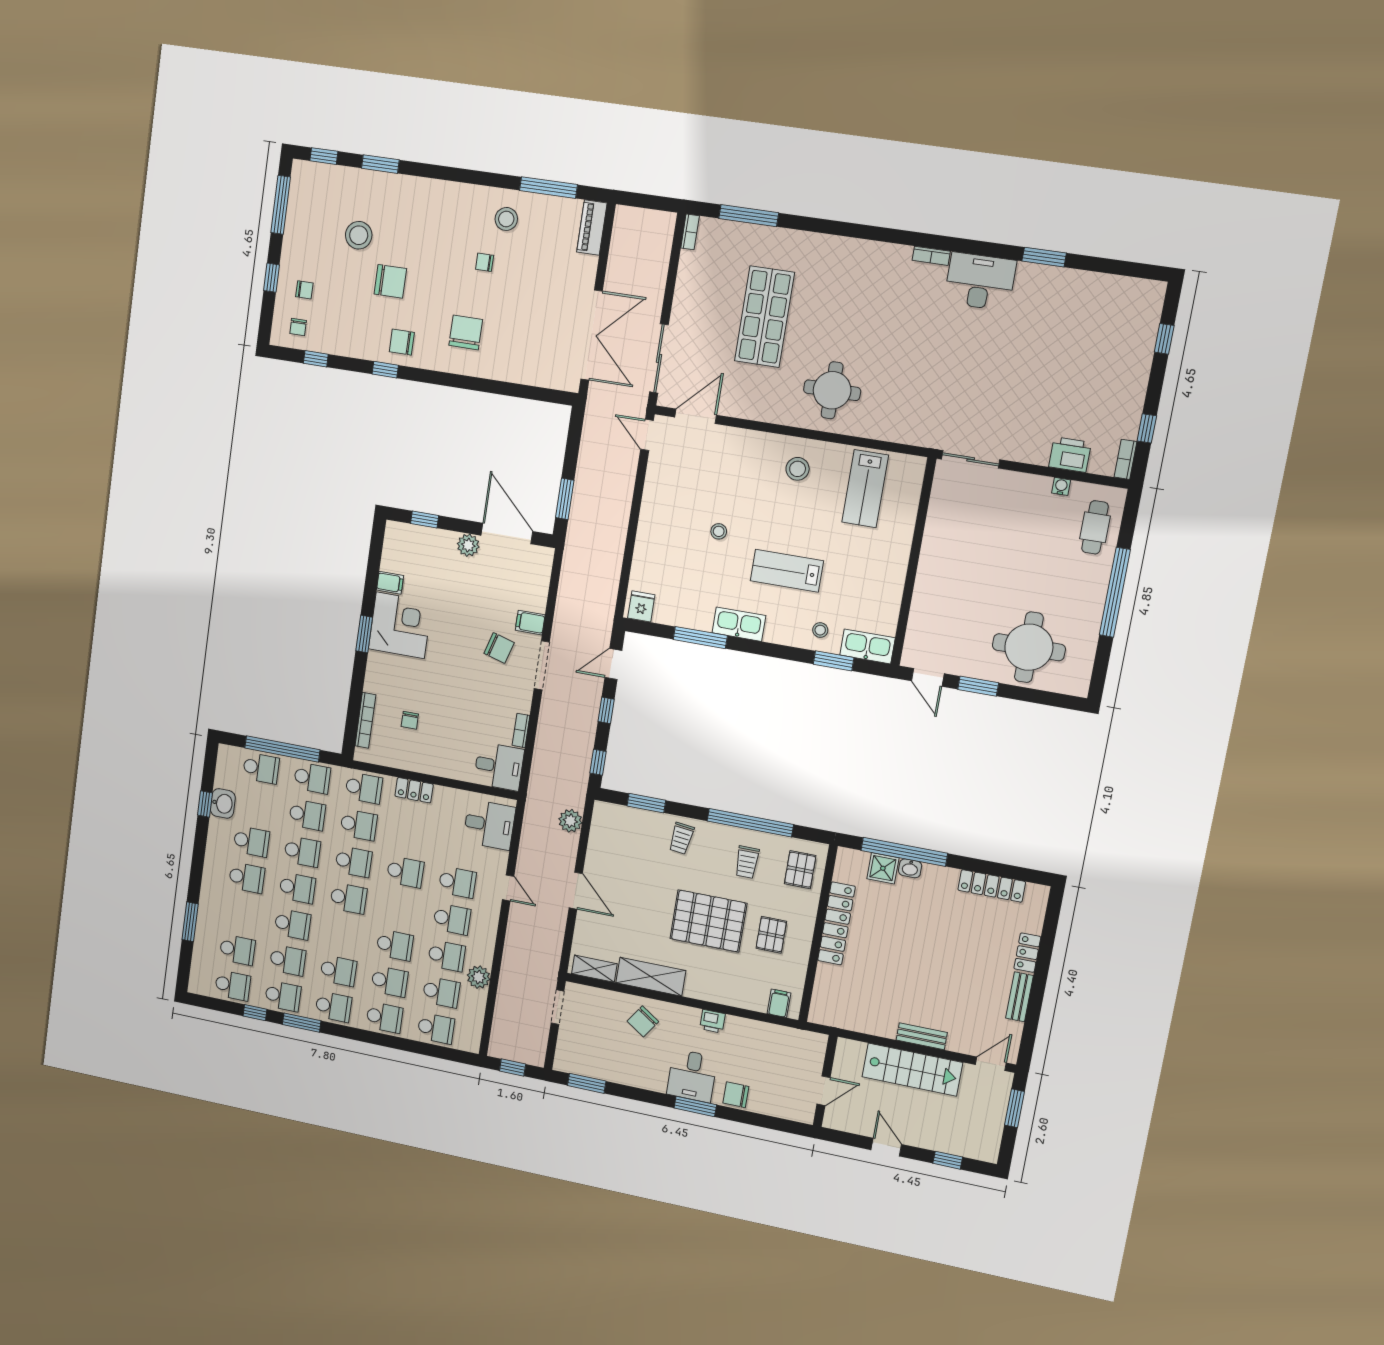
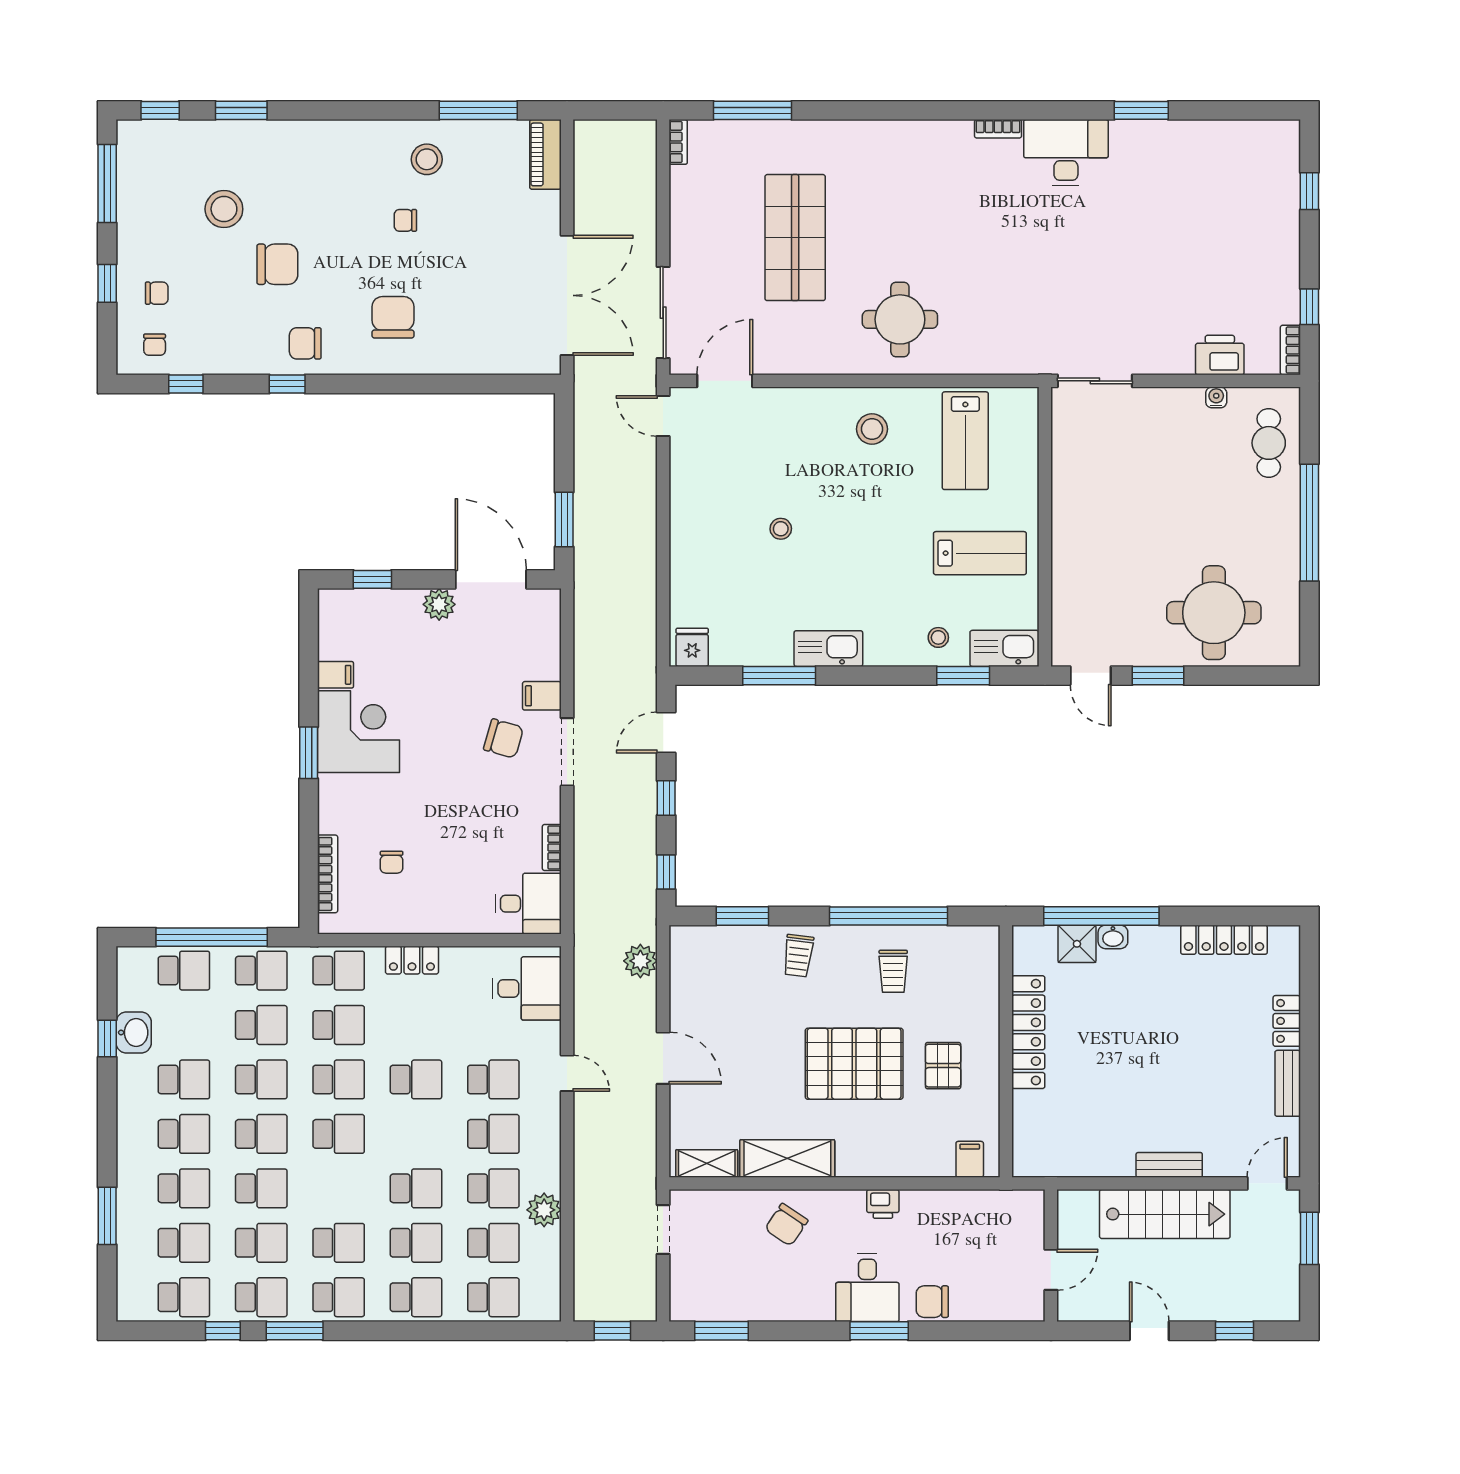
lab bench: (787, 571) -> (980, 553), moved, turned 180
pallet: (800, 870) -> (967, 967), removed
school desk: (242, 914) -> (184, 1188), added

